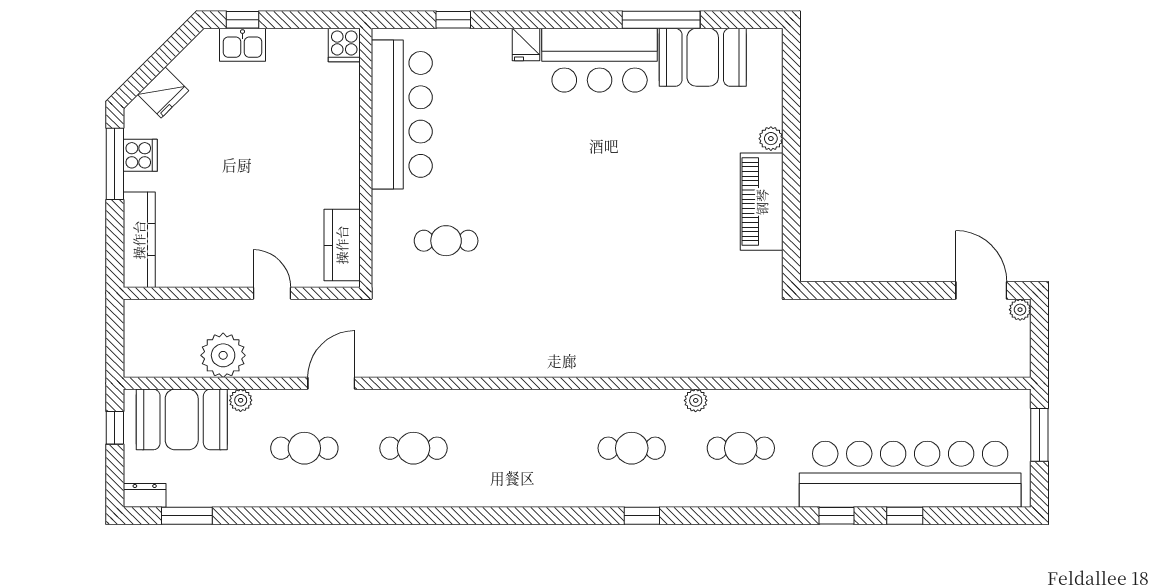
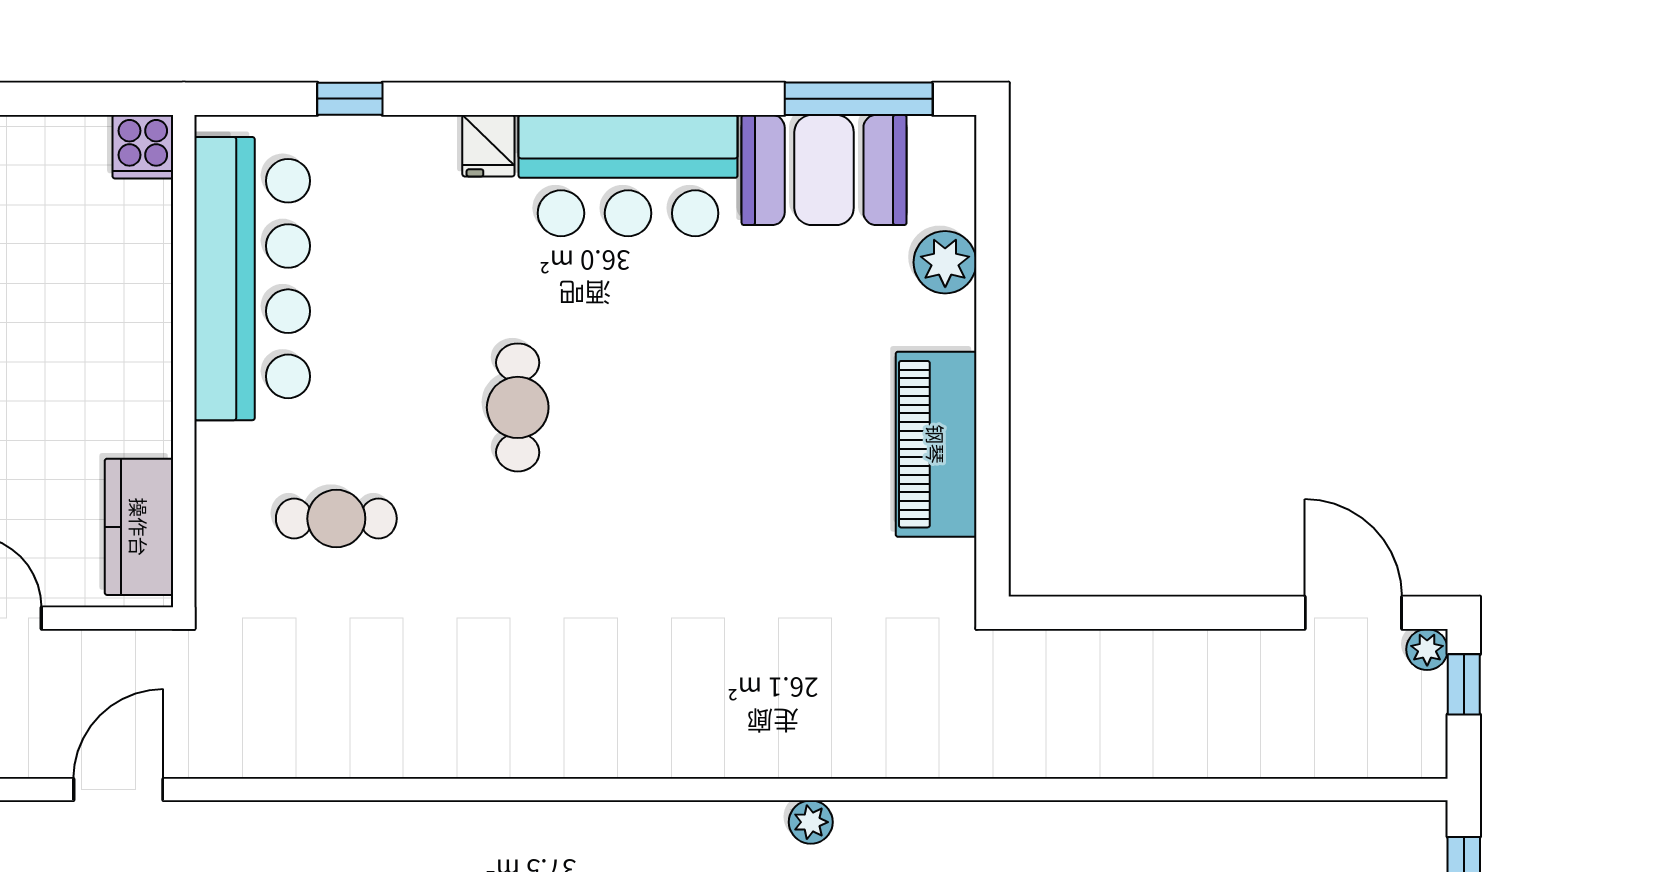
window: (661, 20) -> (859, 99), moved
plant: (771, 139) -> (945, 262), moved, width x1.38, depth x1.38
cafe table: (542, 182) -> (518, 407), added
window: (1039, 328) -> (1464, 684), added

